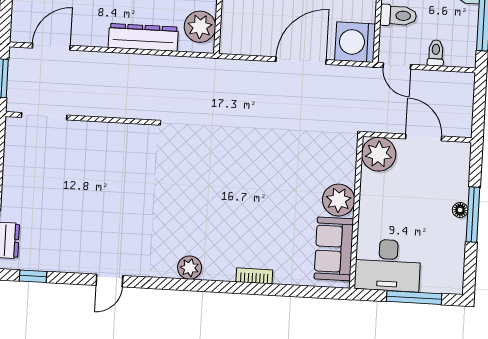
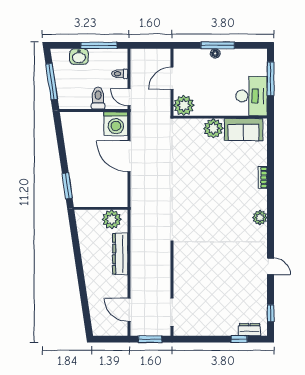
door: (397, 66) -> (129, 97), swing flipped

